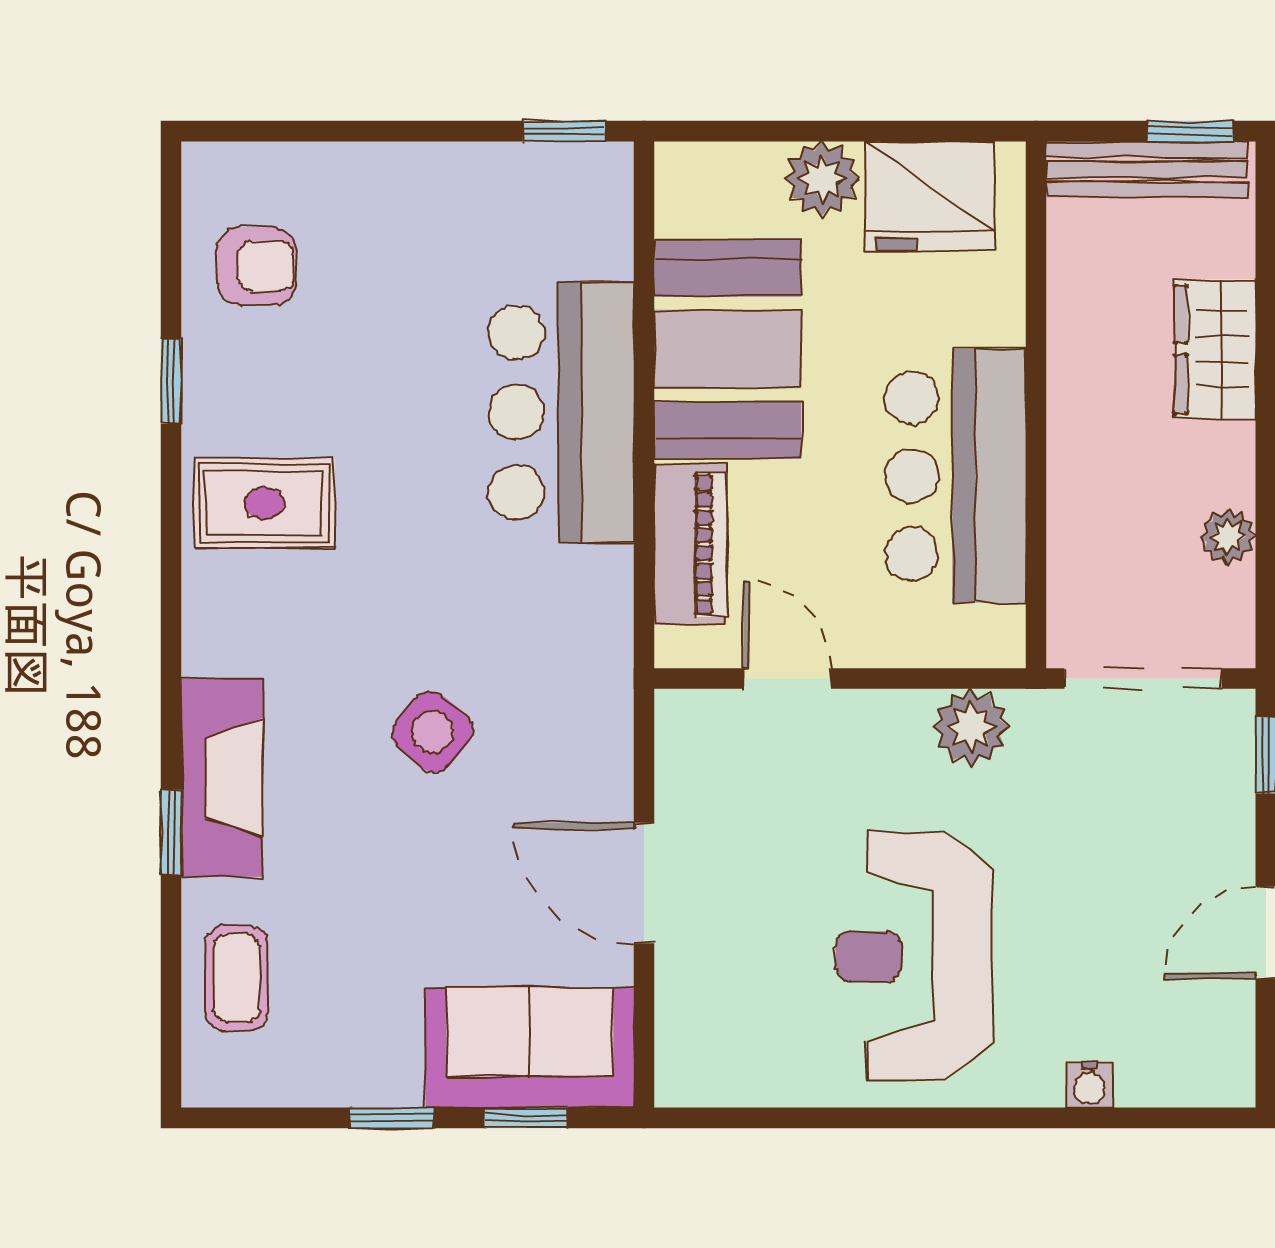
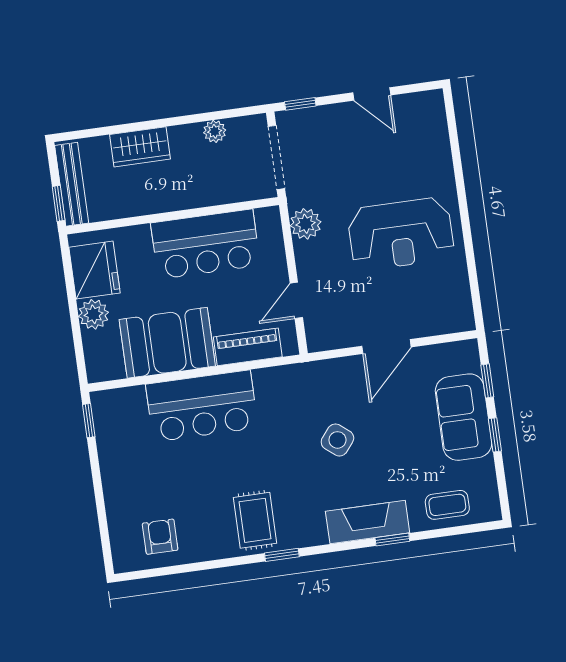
window: (1191, 131) -> (59, 203), moved
window: (171, 381) -> (282, 555), moved
sofa: (530, 1048) -> (464, 417), moved
water cooler: (1089, 1085) -> (443, 156), removed

